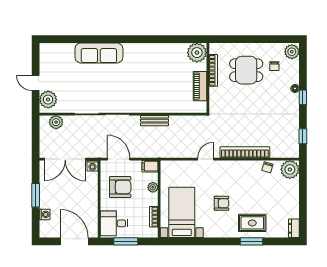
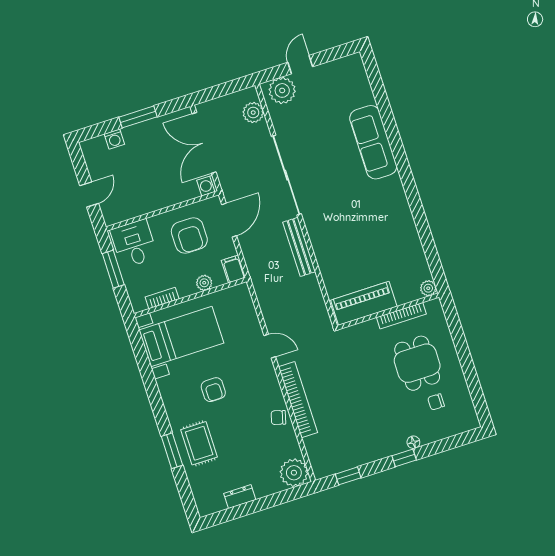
plant: (292, 52) -> (465, 420), removed
plant: (197, 53) -> (428, 288), width x0.53, depth x0.53
piano: (200, 86) -> (364, 303), width x1.37, depth x1.33
bench: (155, 121) -> (299, 247), width x1.36
chair: (267, 167) -> (278, 418), moved
dresser: (294, 228) -> (240, 497), moved
door: (74, 241) -> (89, 194), width x0.53

